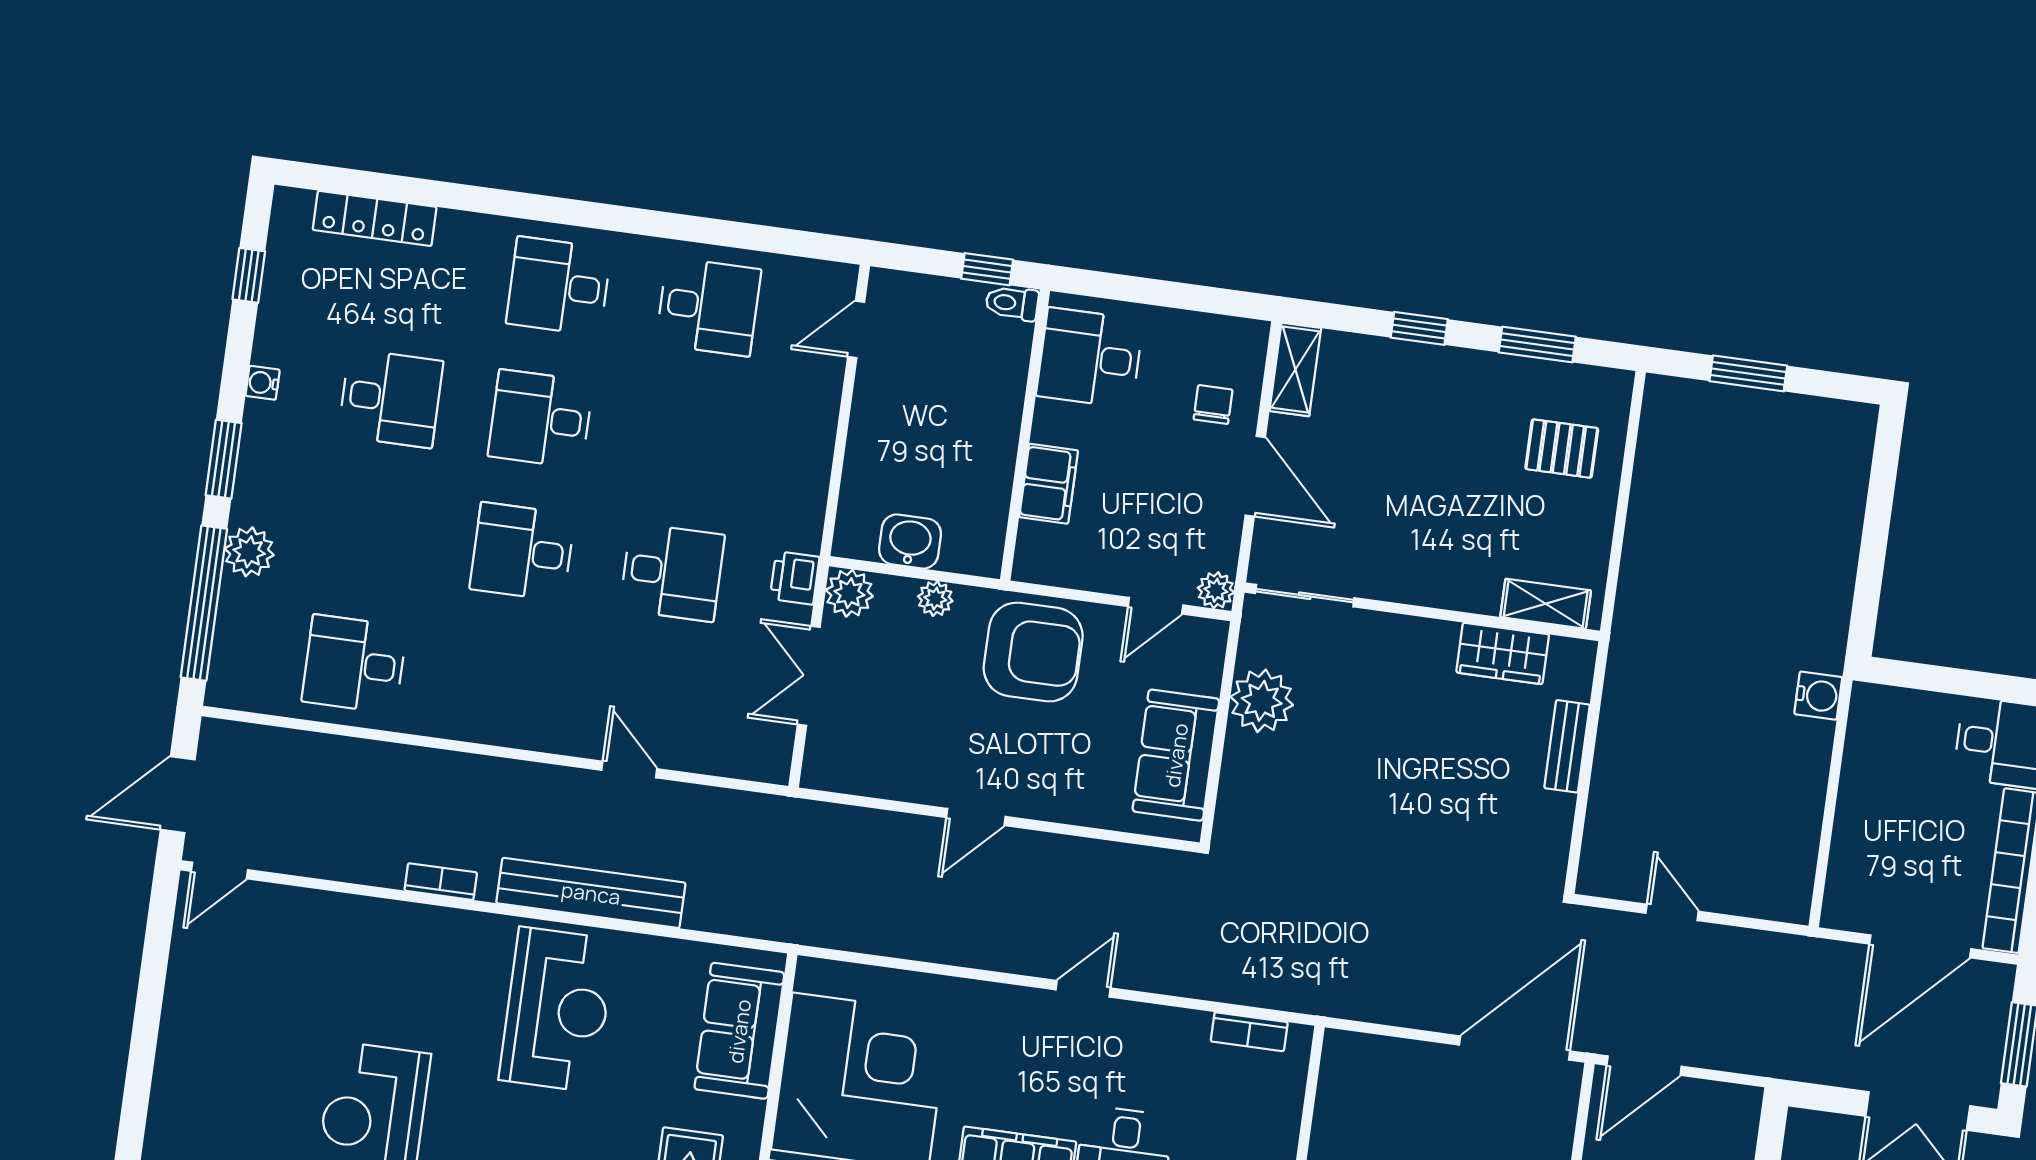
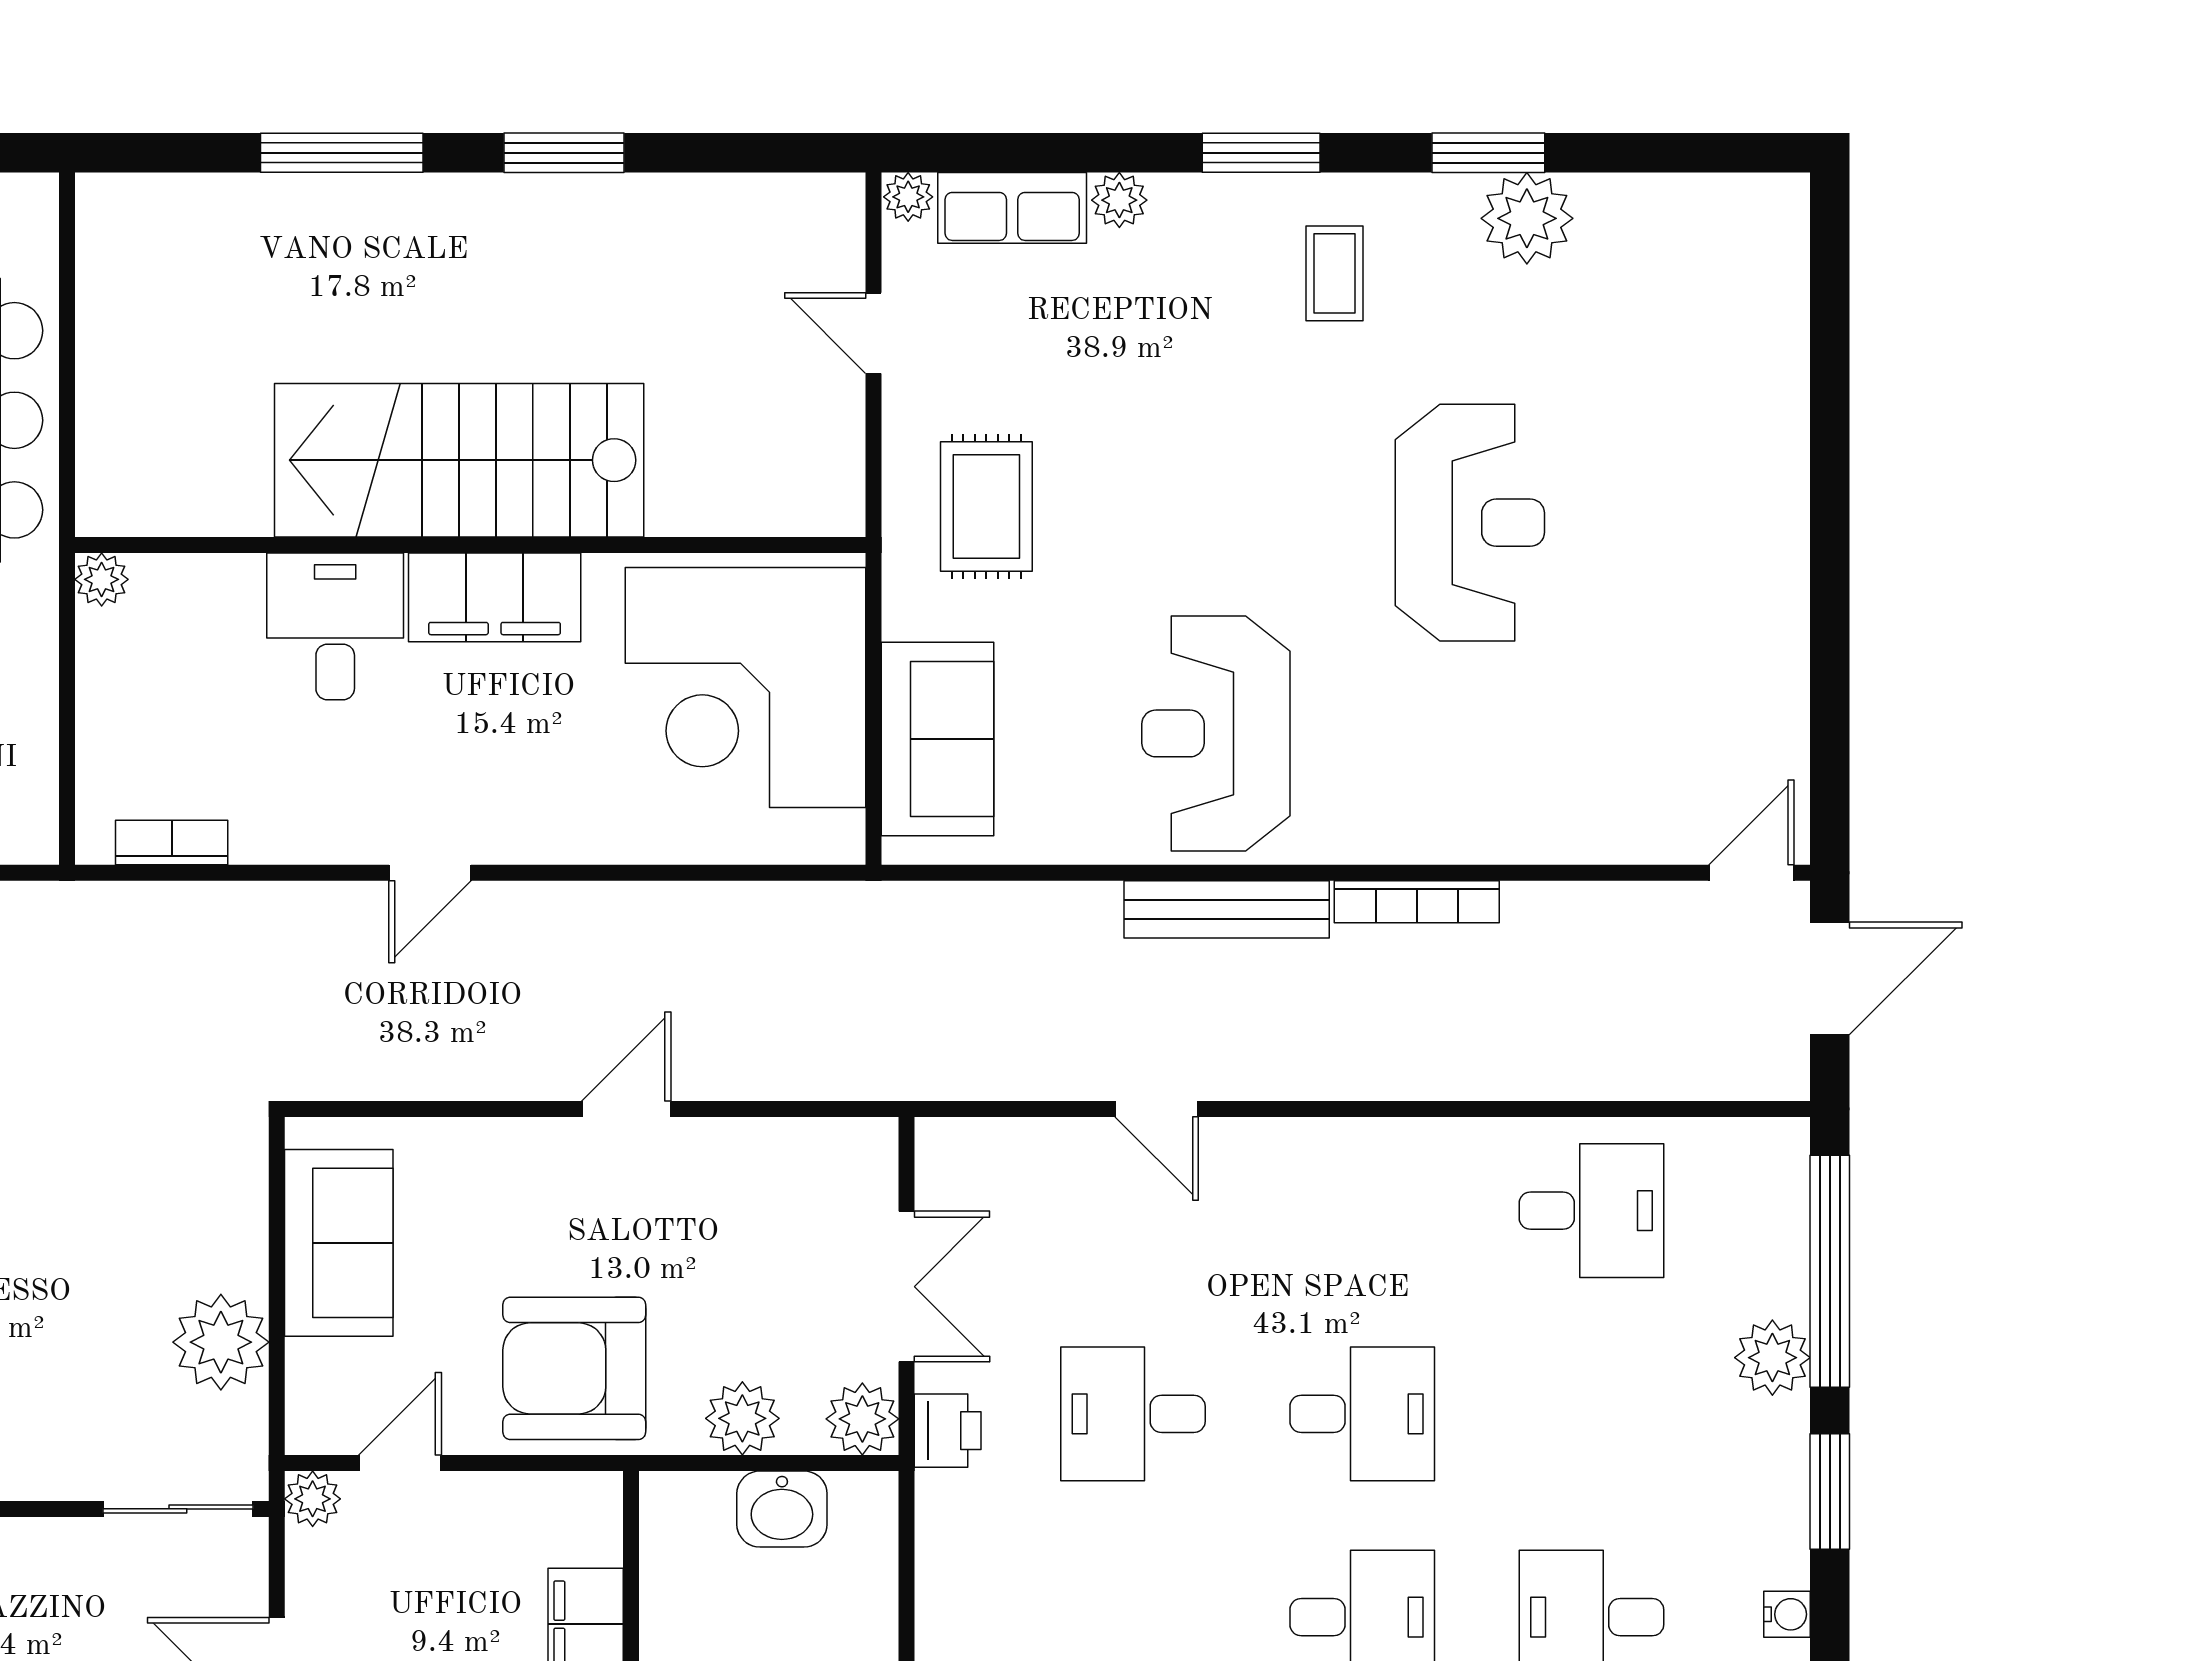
plant: (935, 599) -> (742, 1418), width x1.38, depth x1.38
bookcase: (441, 882) -> (1417, 902), width x1.56
bench: (591, 893) -> (1227, 909), width x0.73, depth x0.82

